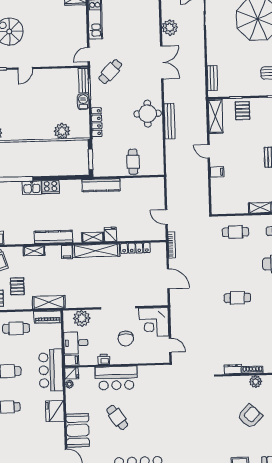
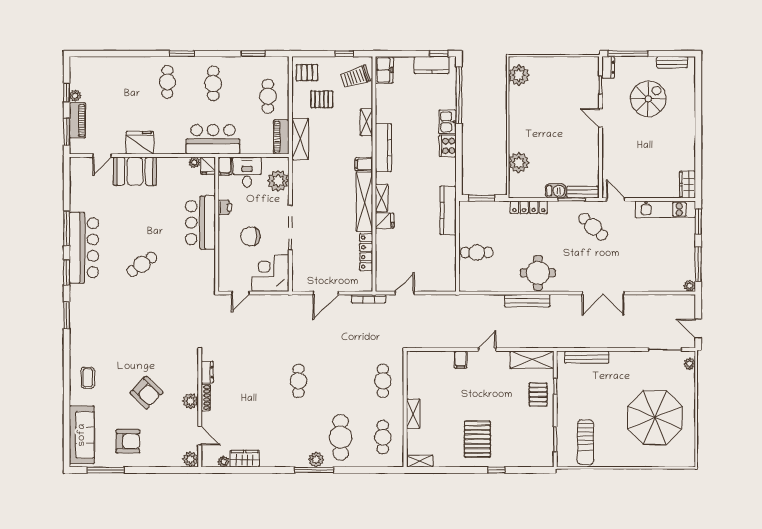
plant: (170, 28) -> (647, 304), removed
bench: (212, 78) -> (587, 357), width x1.36
pallet: (242, 111) -> (538, 394), turned 90
fridge: (55, 411) -> (140, 143), moved
cafe table: (117, 417) -> (142, 264), moved

